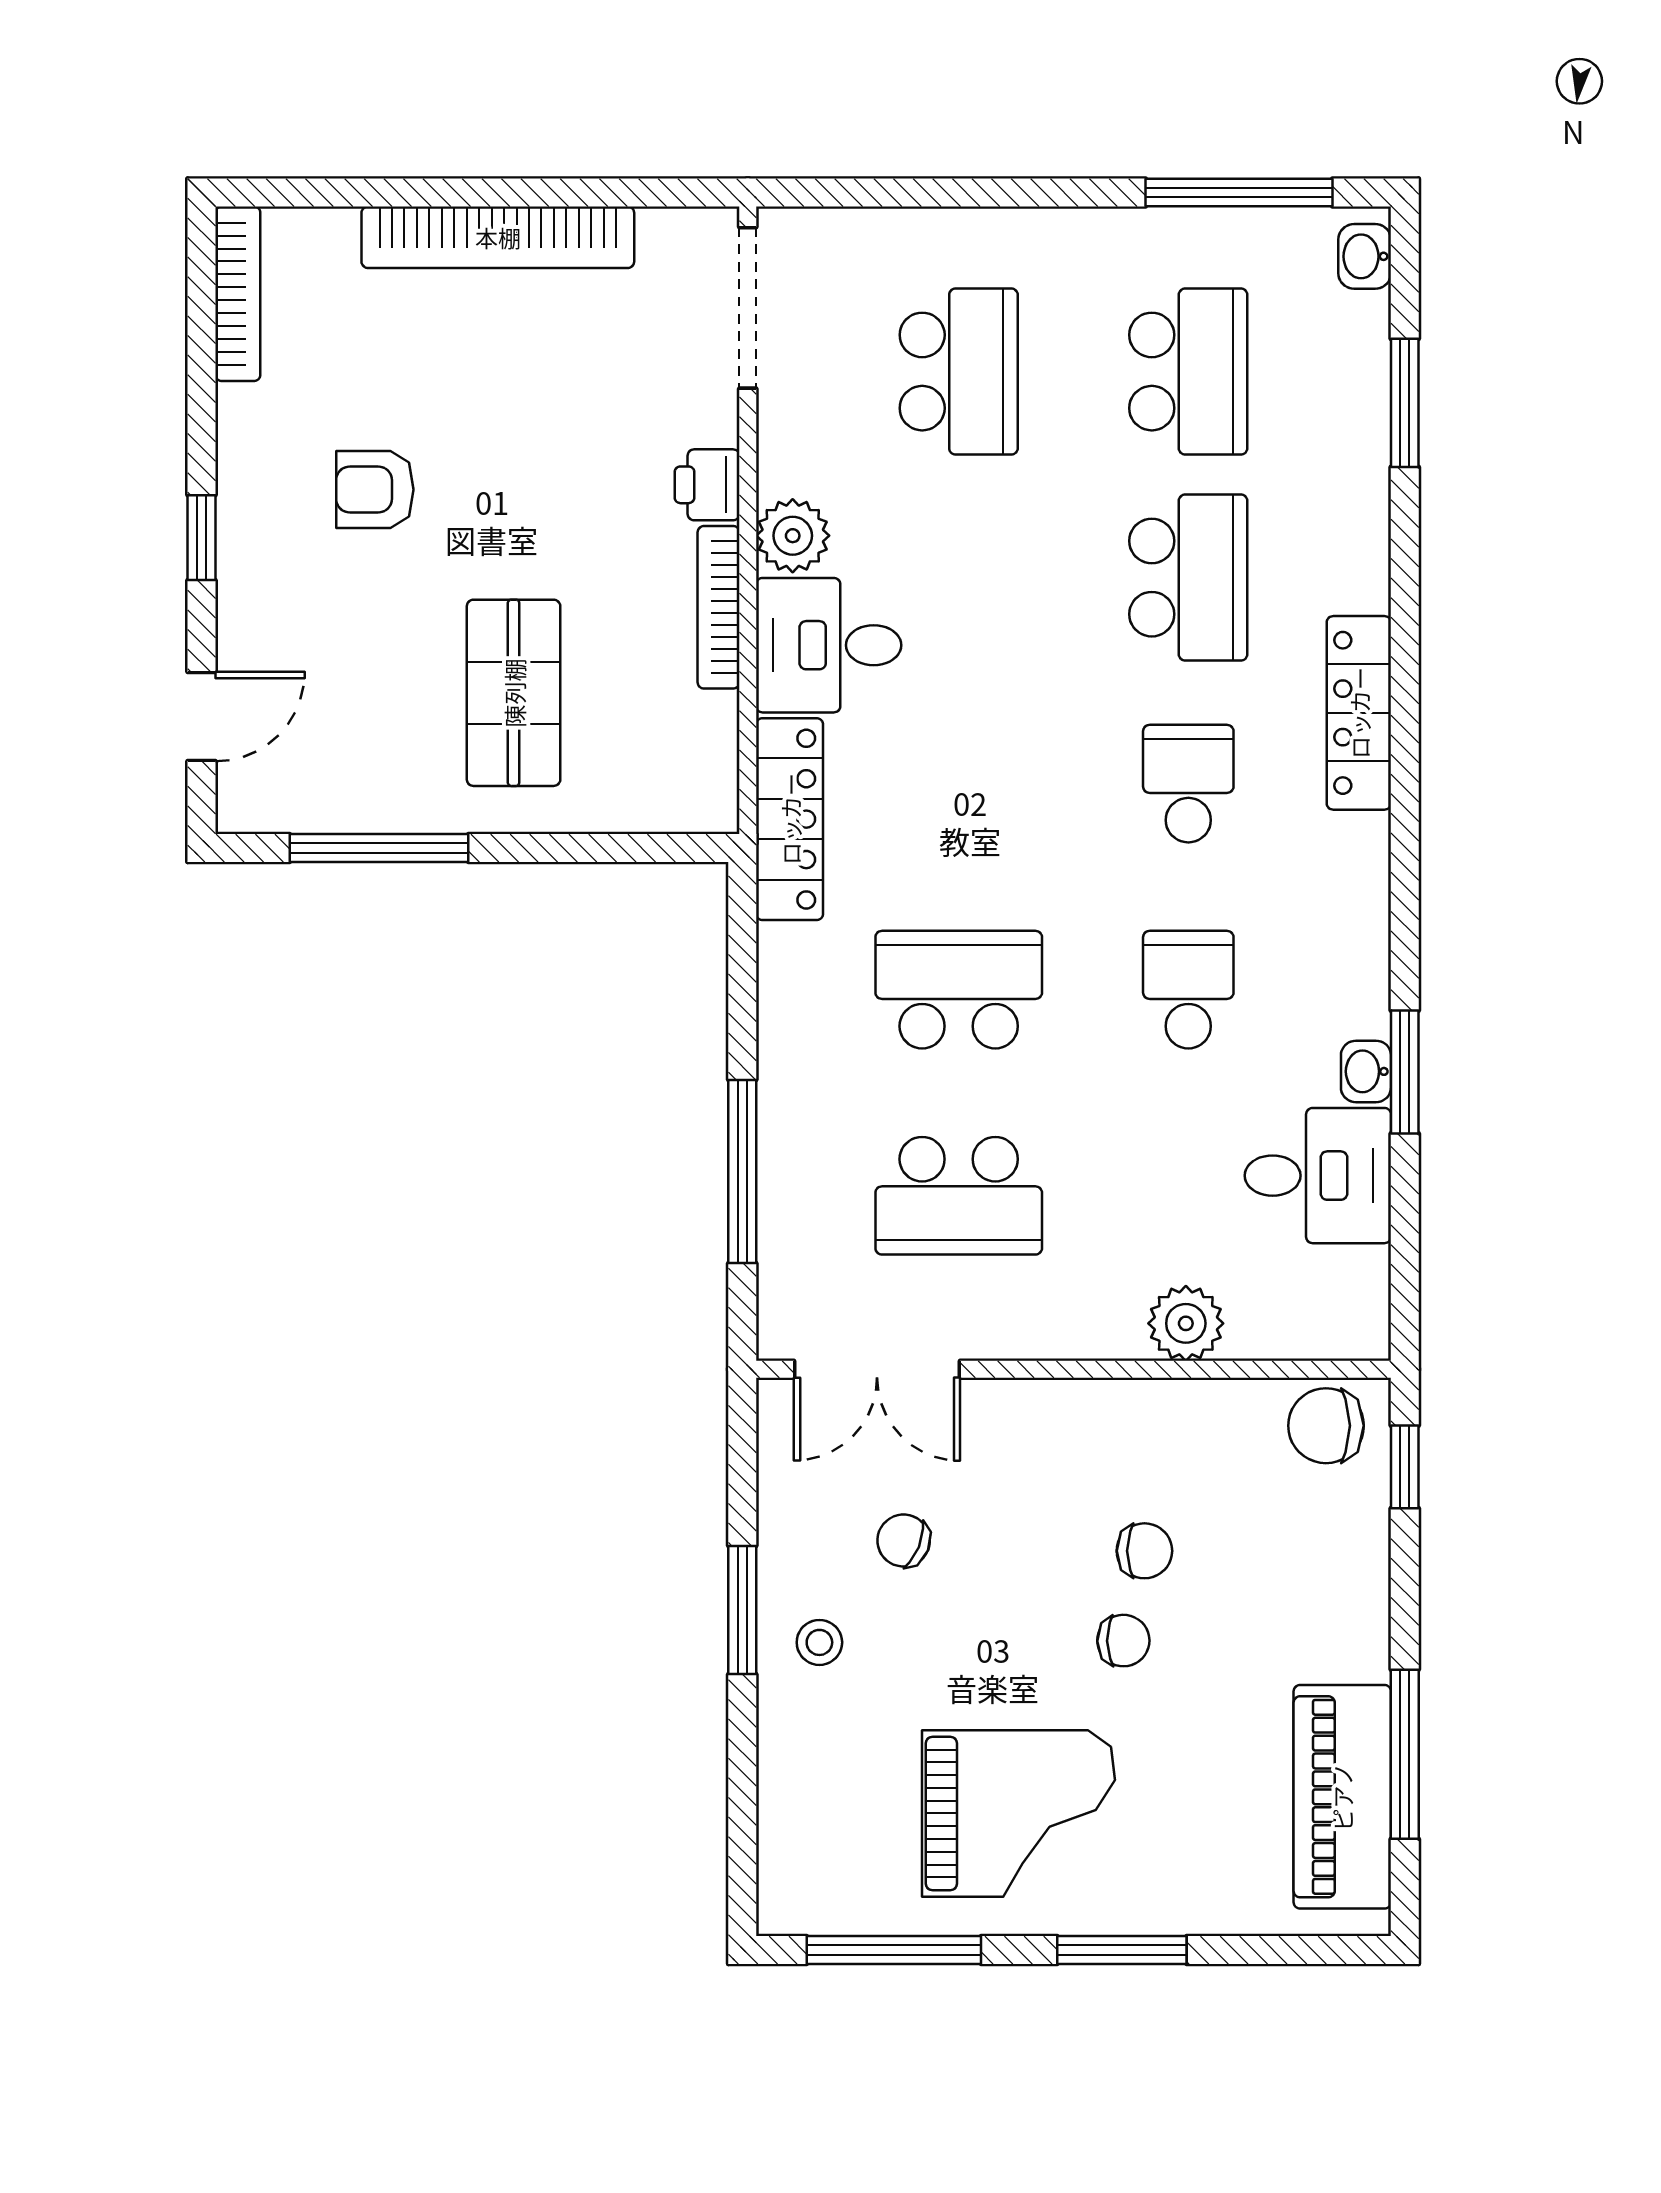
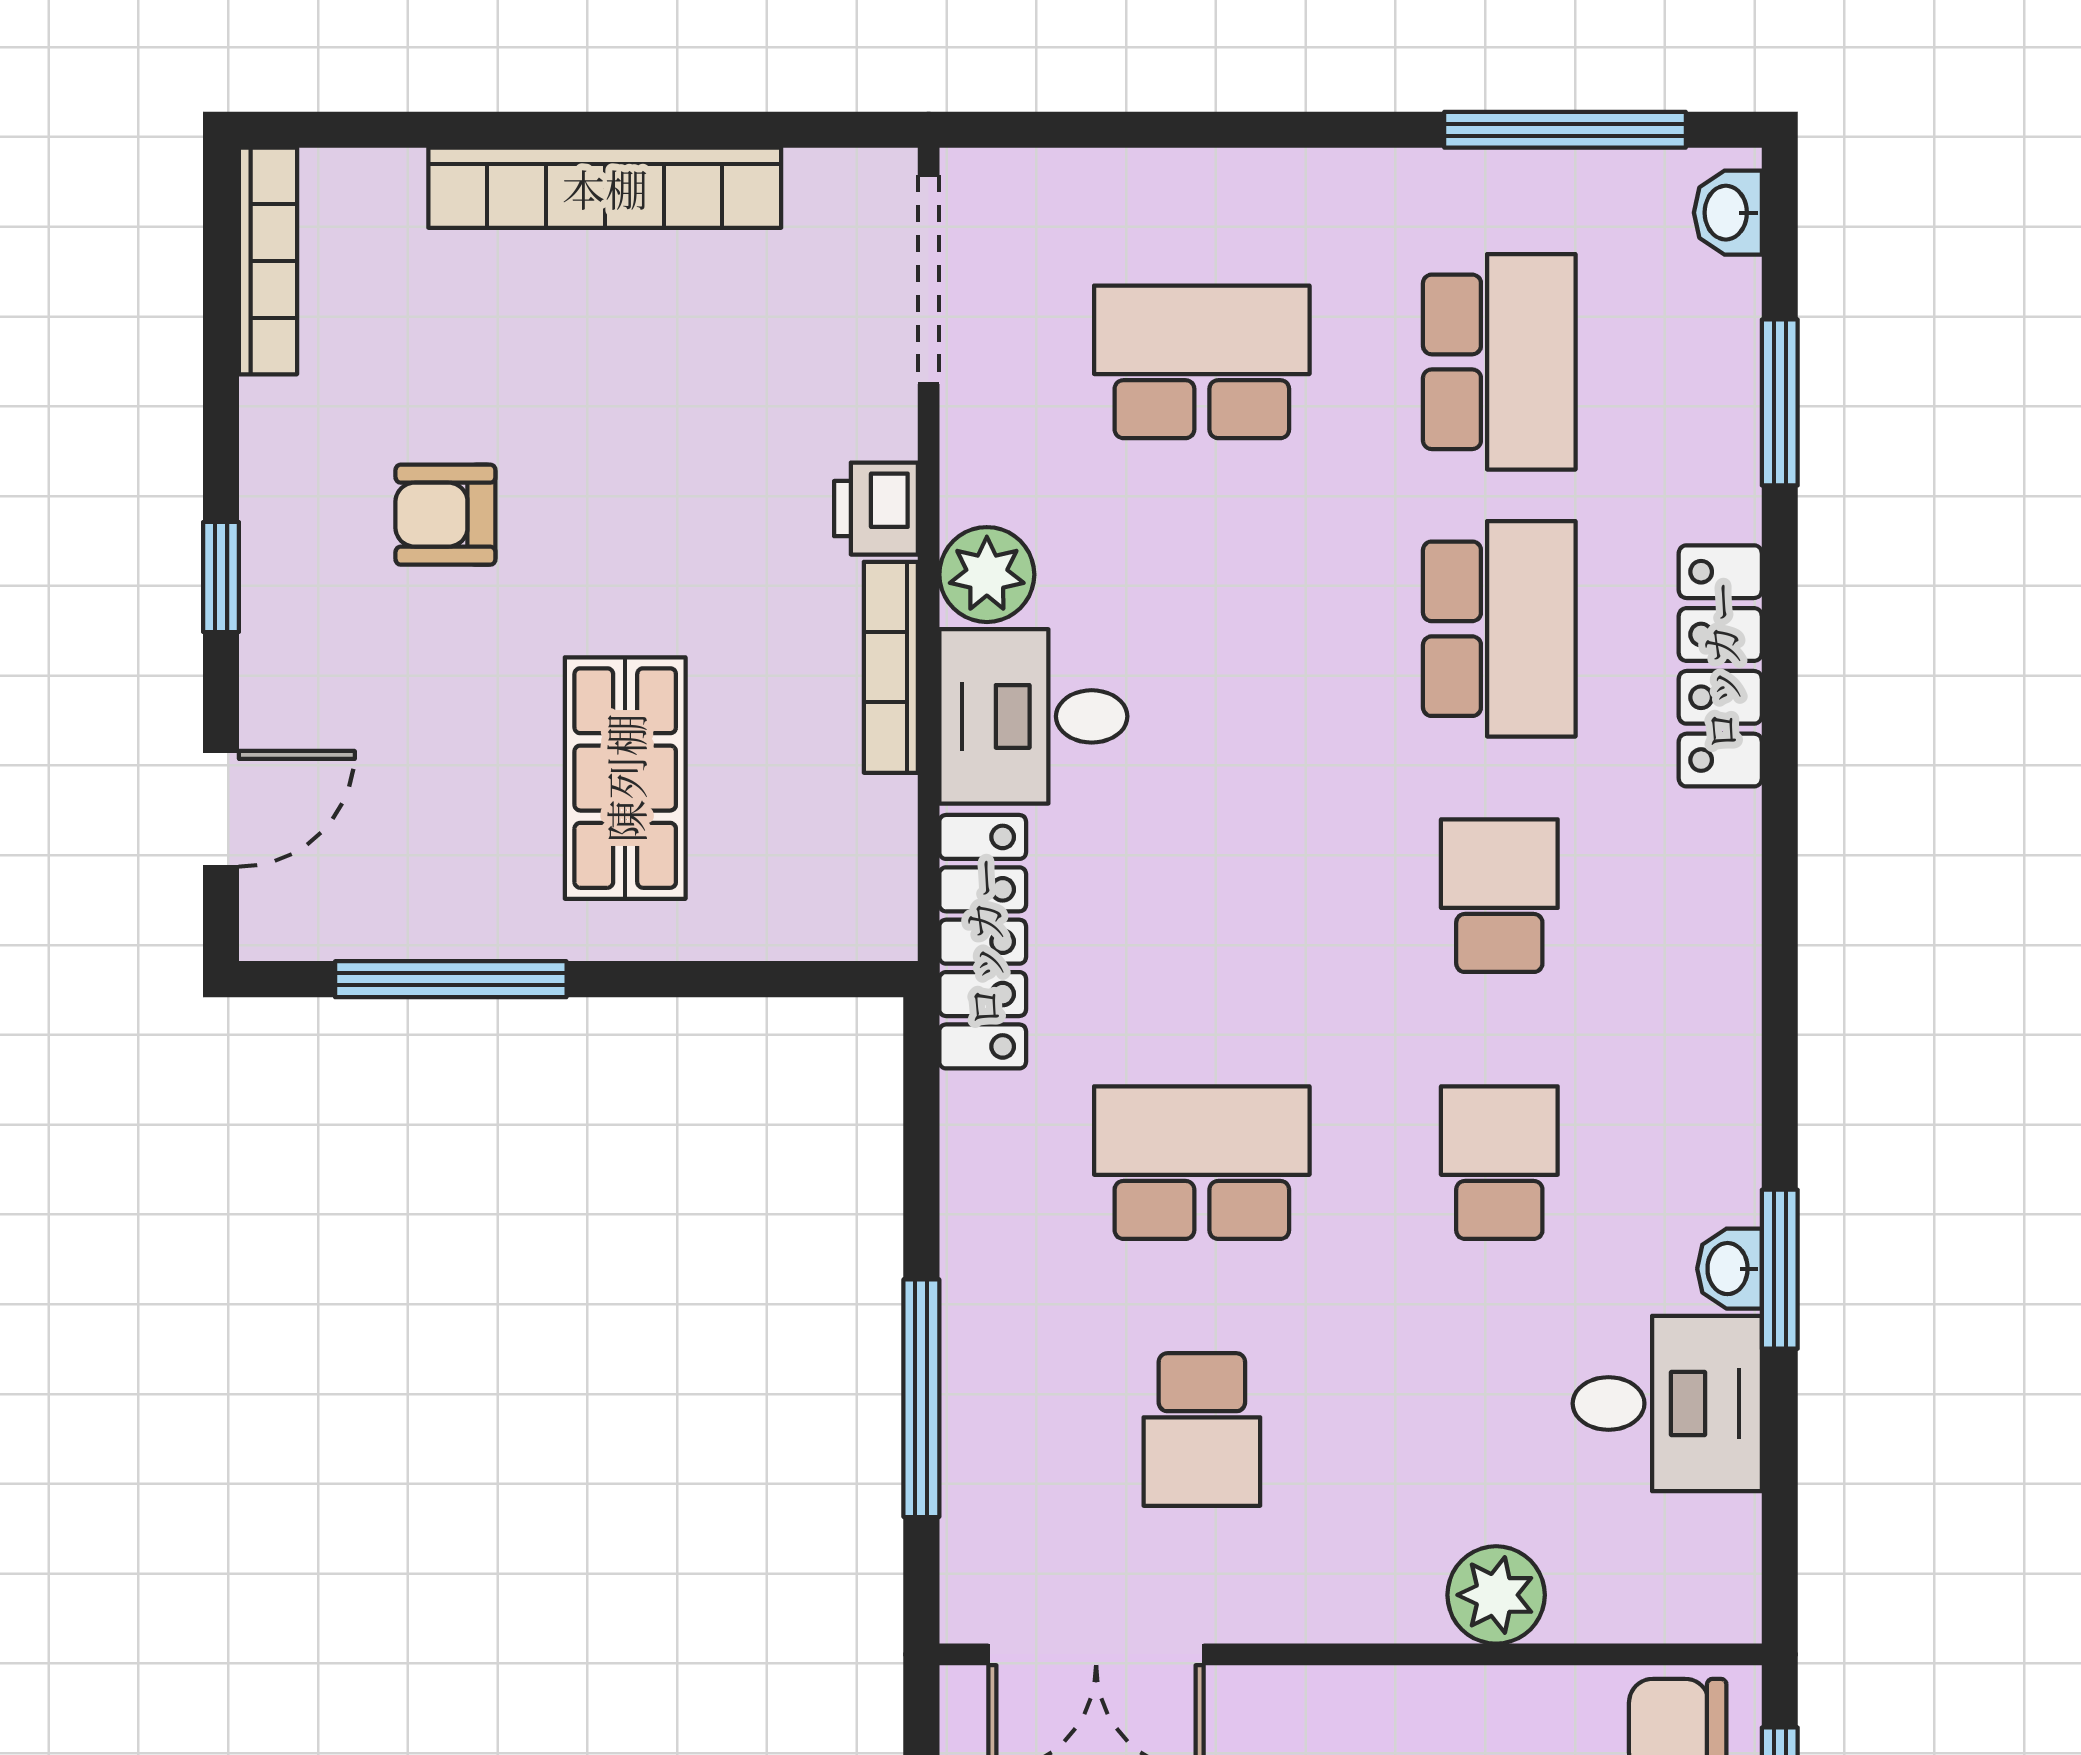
school desk: (959, 372) -> (1202, 362), turned -90
locker: (1359, 713) -> (1720, 666), moved
school desk: (959, 1196) -> (1202, 1430), width x0.54

